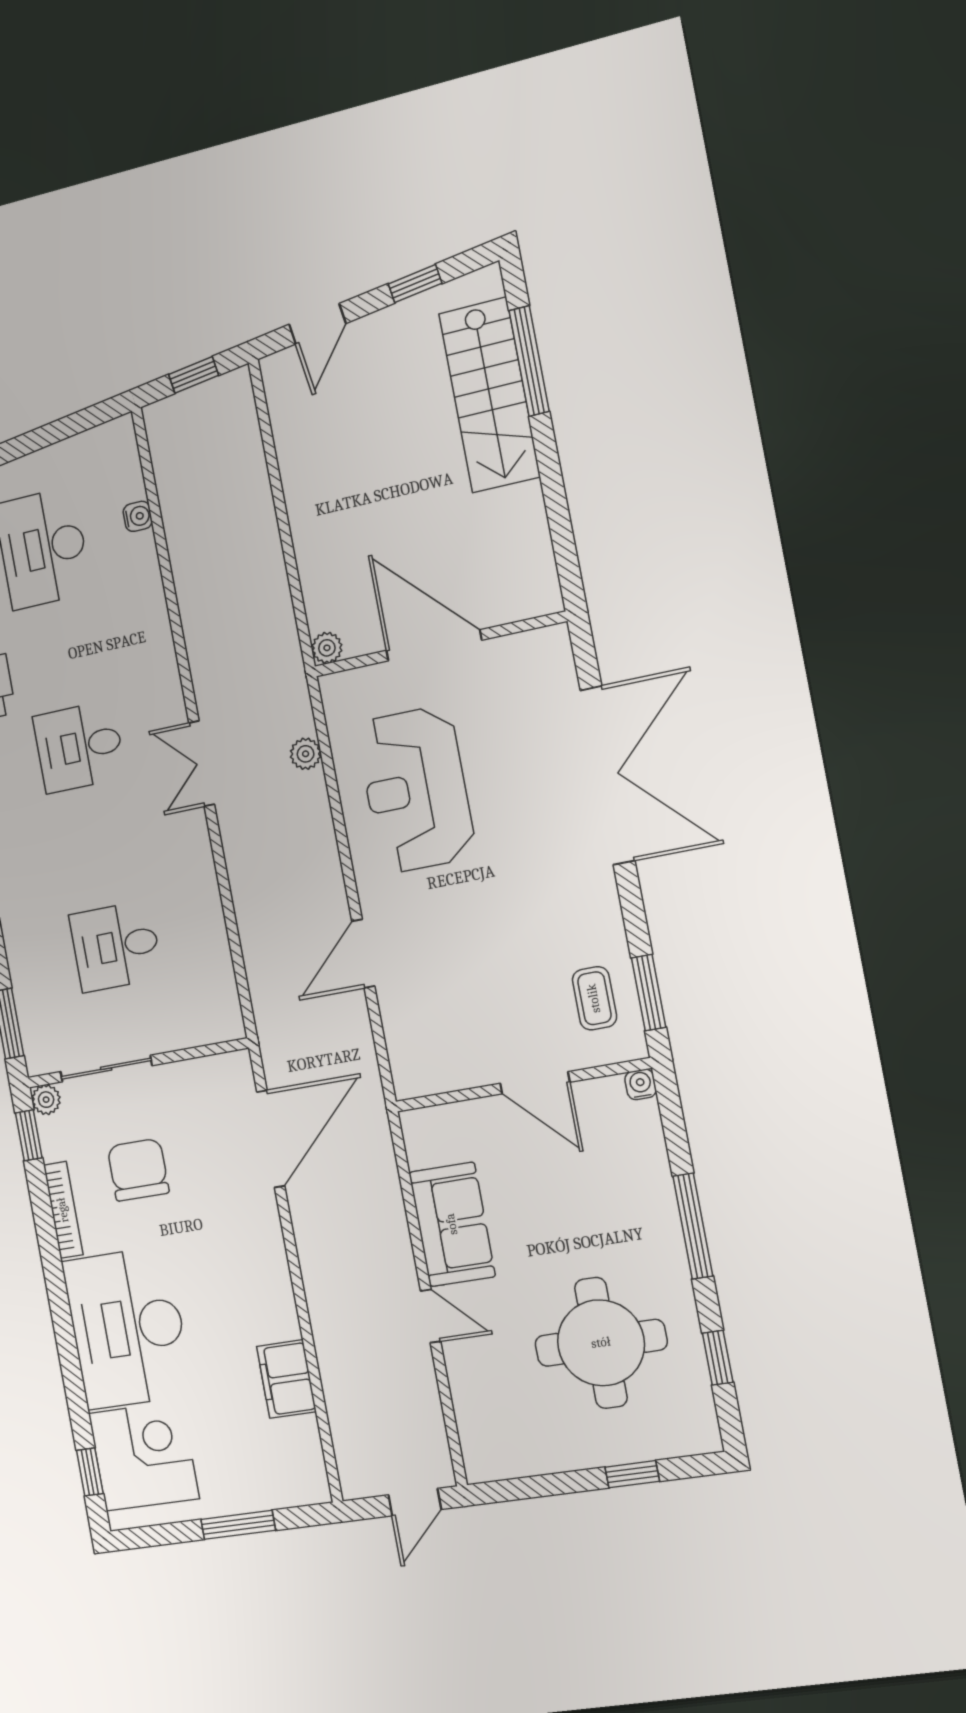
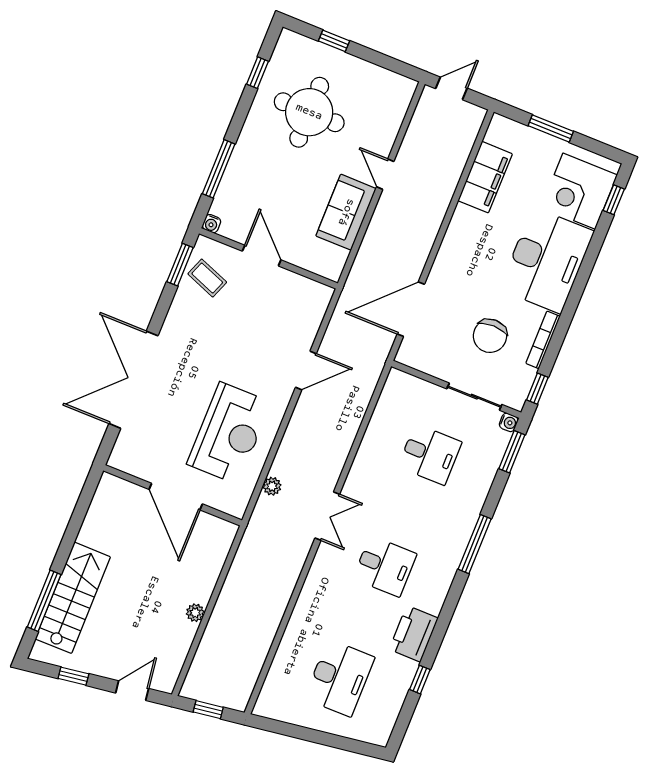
water cooler: (138, 516) -> (509, 422), moved, turned 180
plant: (327, 648) -> (195, 613), moved
coffee table: (594, 998) -> (207, 278), turned -69
plant: (46, 1100) -> (516, 401), removed
window: (693, 1226) -> (219, 169), moved
filing cabinet: (286, 1379) -> (485, 177), width x1.50, depth x1.17

